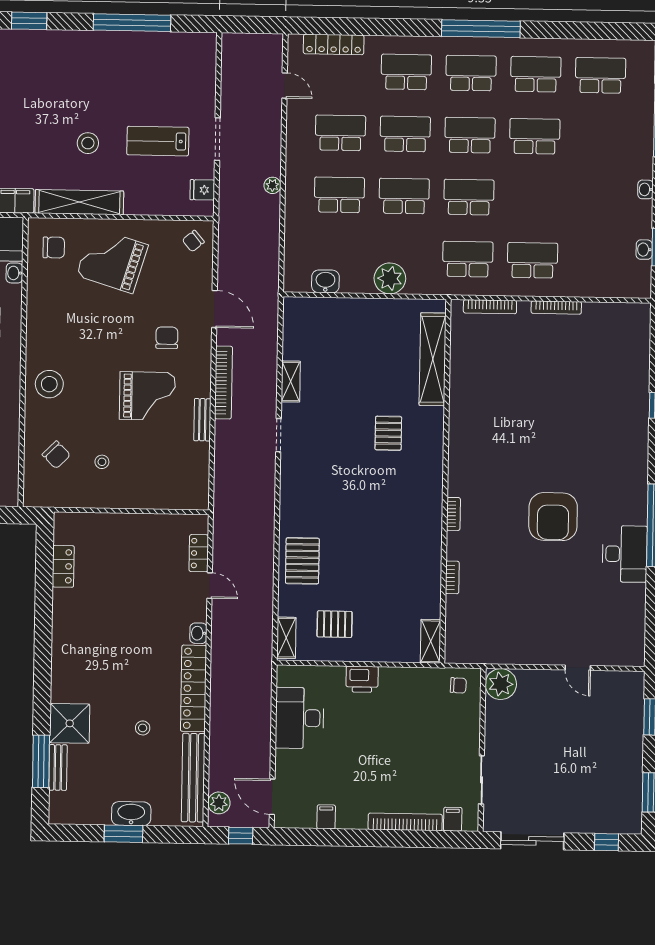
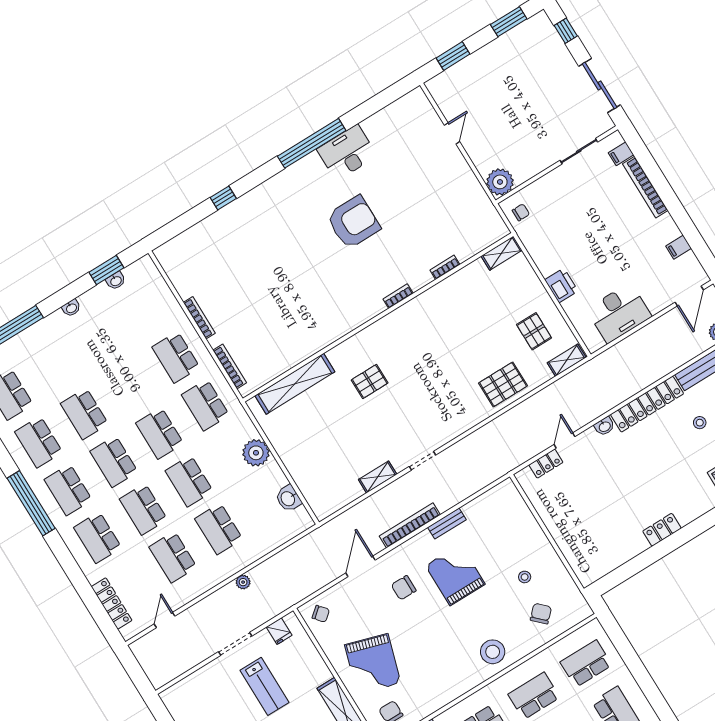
locker: (63, 566) -> (662, 530), moved
chair: (458, 685) -> (521, 212), turned 87

